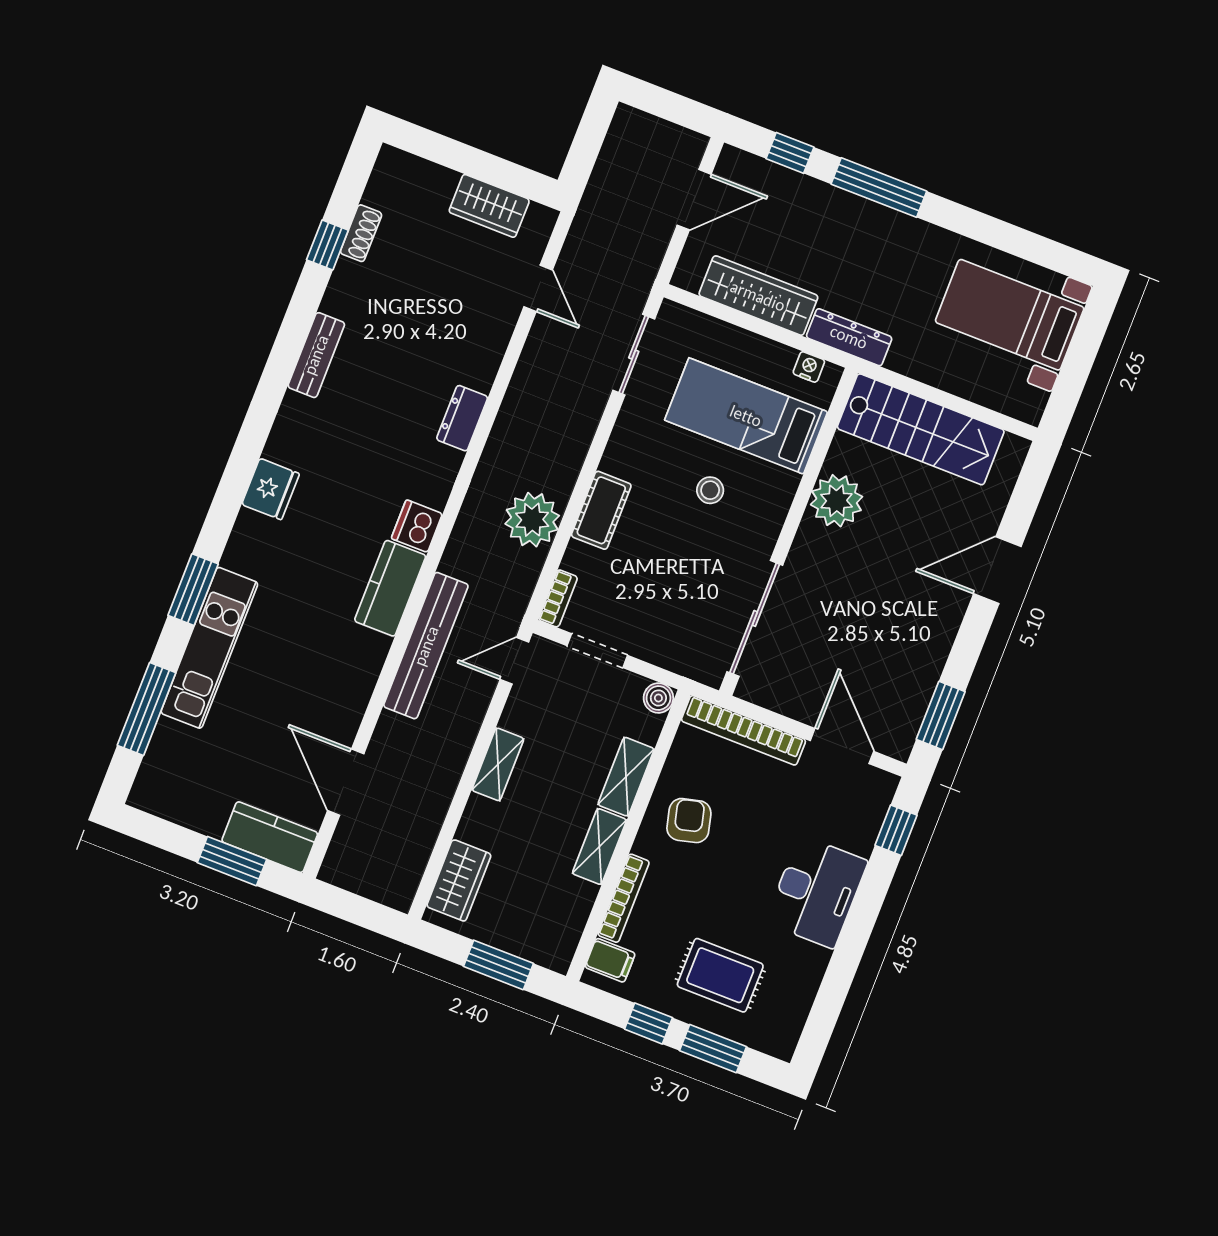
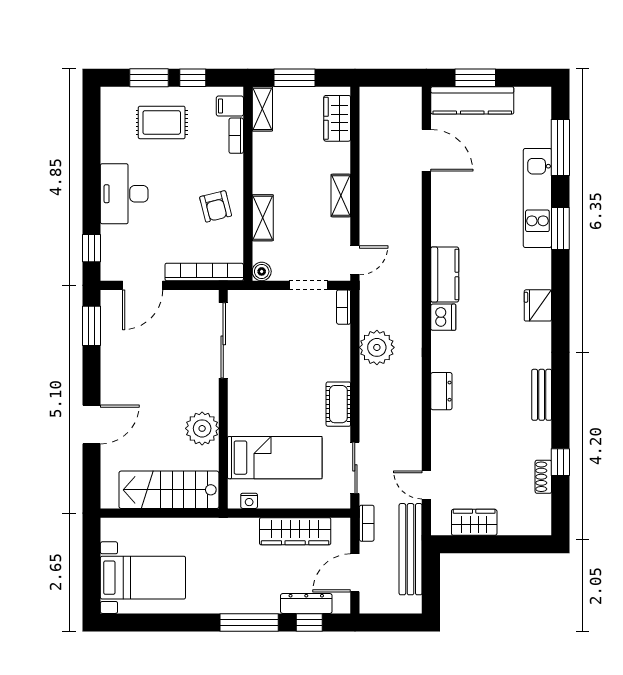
bookcase: (648, 266) -> (367, 523), added
dresser: (849, 337) -> (306, 604), moved, turned 180
stool: (710, 490) -> (279, 406), removed
cot: (601, 510) -> (338, 404), moved
bench: (426, 646) -> (411, 549), moved
door: (842, 746) -> (143, 285), hinge flipped
kitchen counter: (270, 837) -> (472, 100), width x1.50
shelving: (599, 847) -> (262, 109), moved
bookcase: (624, 898) -> (236, 136), width x0.64

